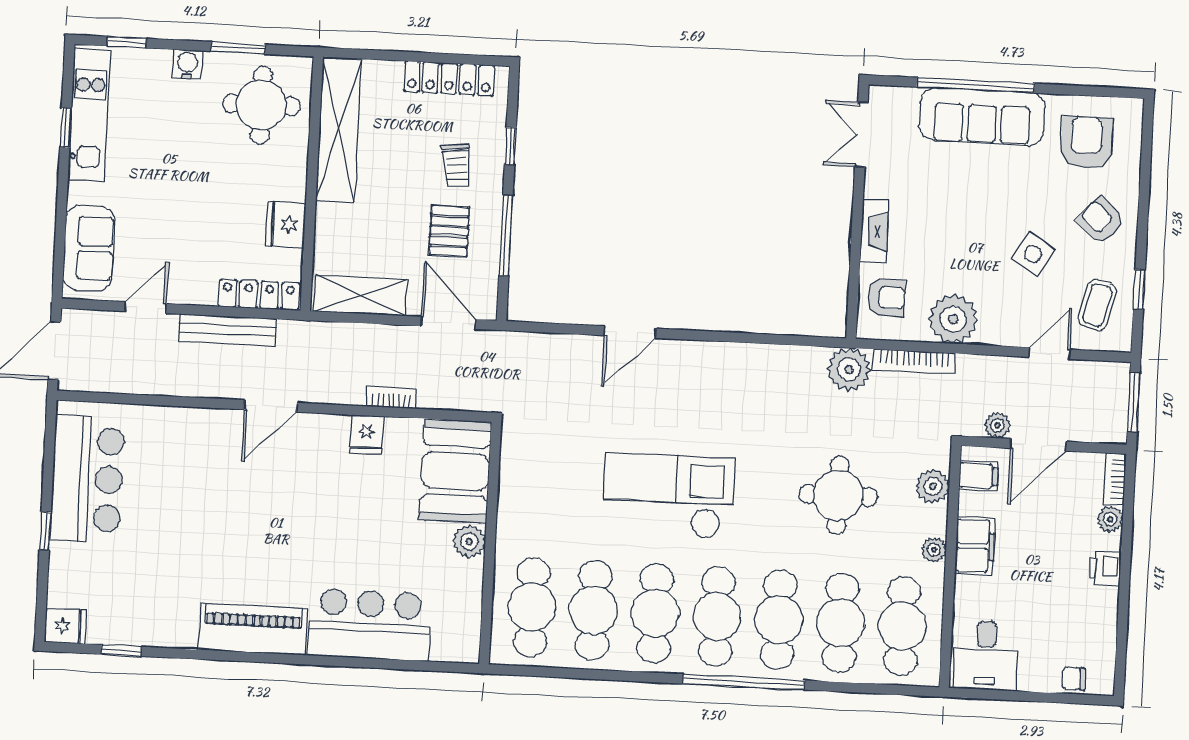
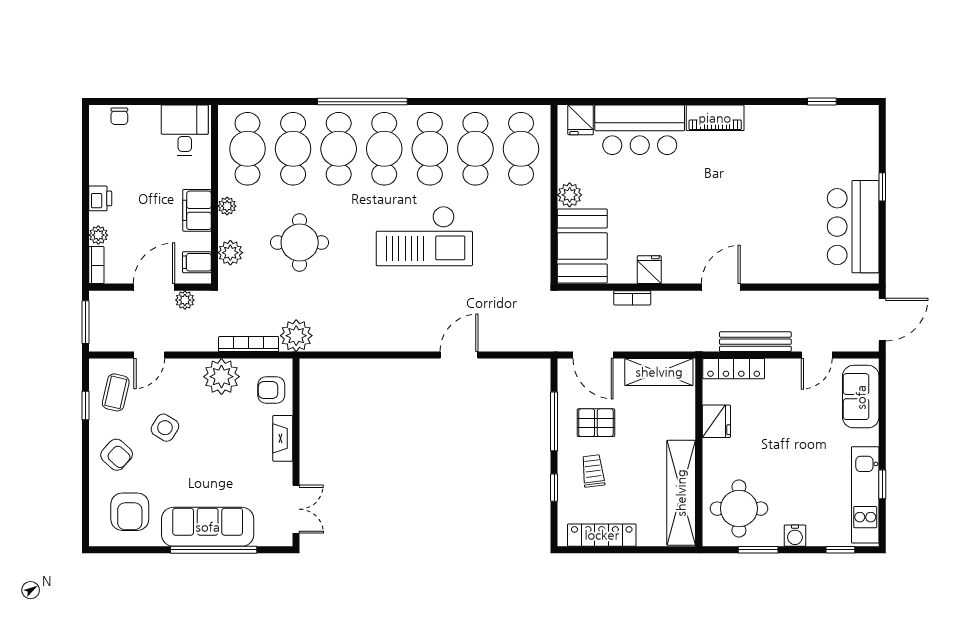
pallet: (449, 231) -> (596, 423), turned 90
fridge: (65, 626) -> (581, 120), moved, turned -90
piano: (253, 629) -> (715, 118), width x0.73, depth x0.75
chair: (1074, 679) -> (119, 116), turned 90

